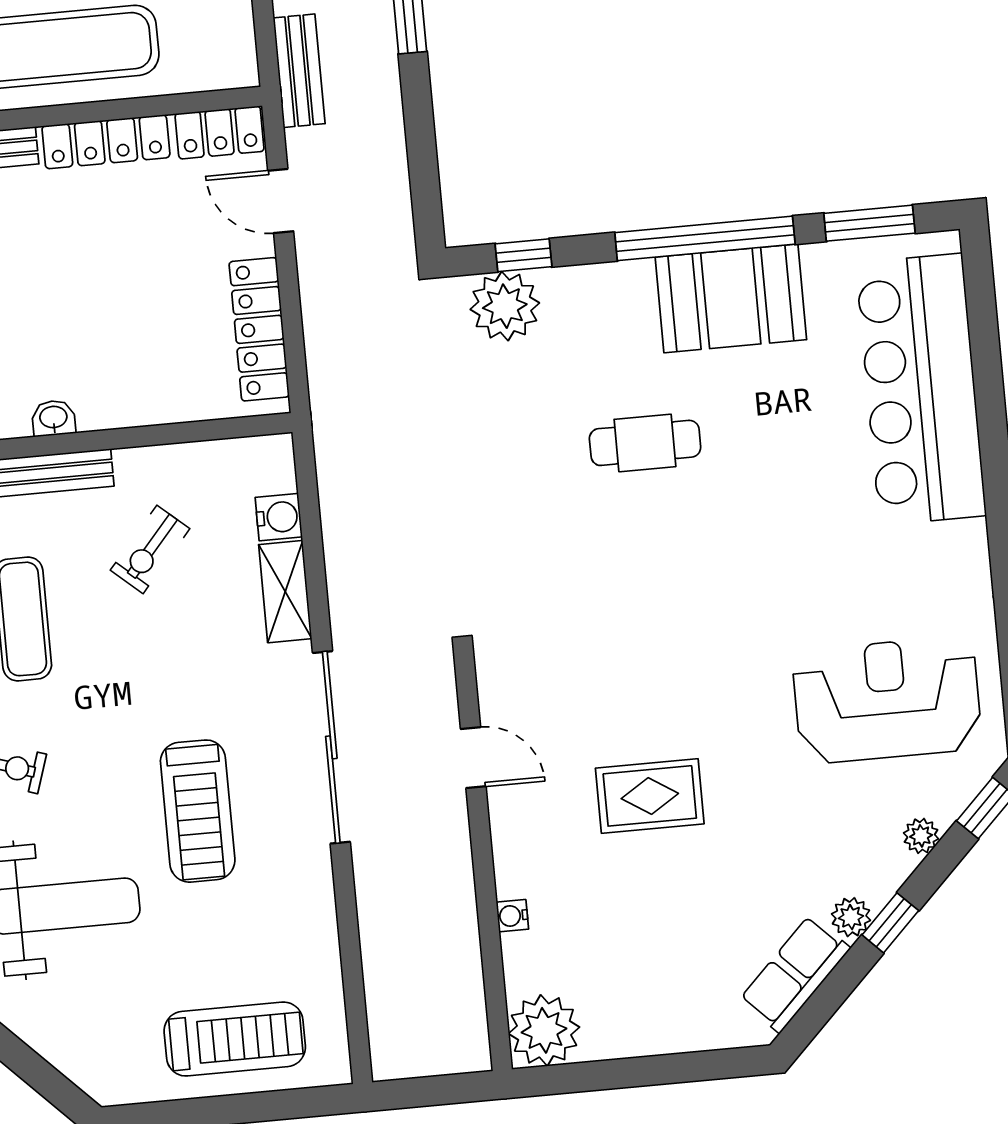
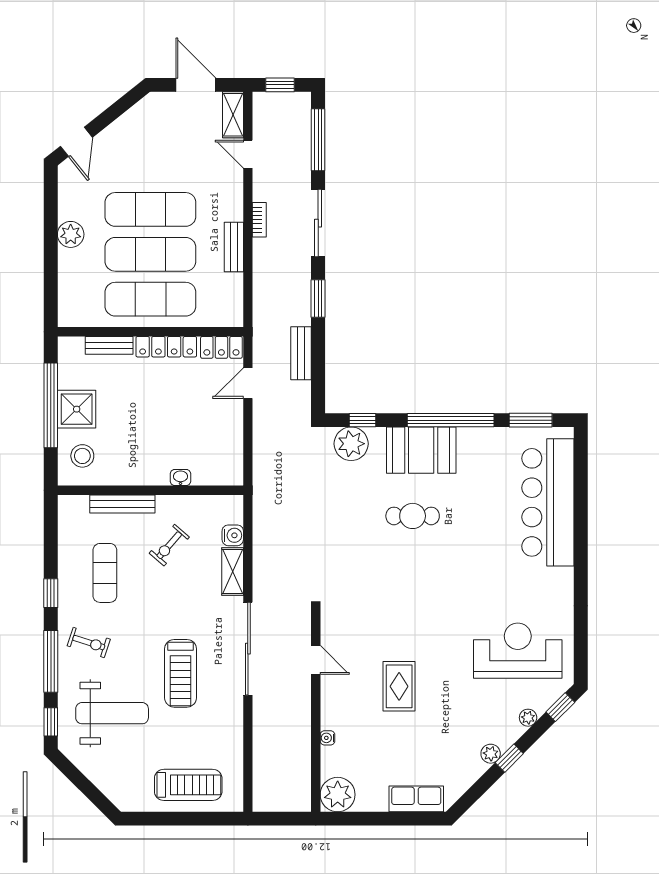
bench: (299, 71) -> (301, 353), moved
door: (281, 201) -> (248, 383), hinge flipped
booth: (731, 298) -> (421, 450), moved
locker: (259, 329) -> (232, 444), removed
washbasin: (53, 418) -> (180, 478), moved
rug: (650, 796) -> (399, 686), turned 90
row of seats: (795, 974) -> (416, 799), moved, turned 45

